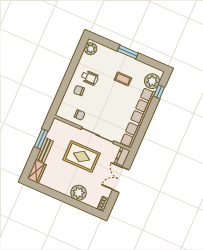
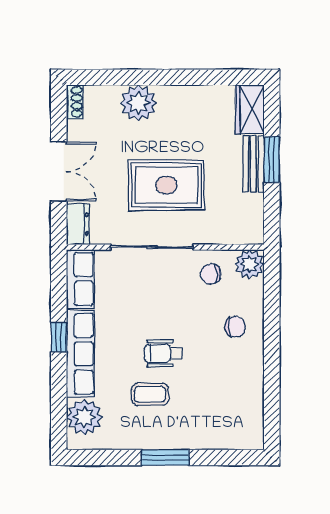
plant: (91, 49) -> (250, 264), moved
wheelchair: (90, 78) -> (163, 353), moved
window: (159, 92) -> (59, 337), moved
window: (41, 139) -> (272, 160), moved

